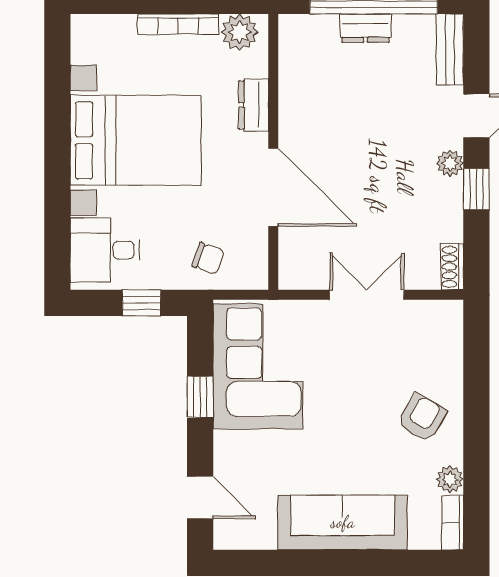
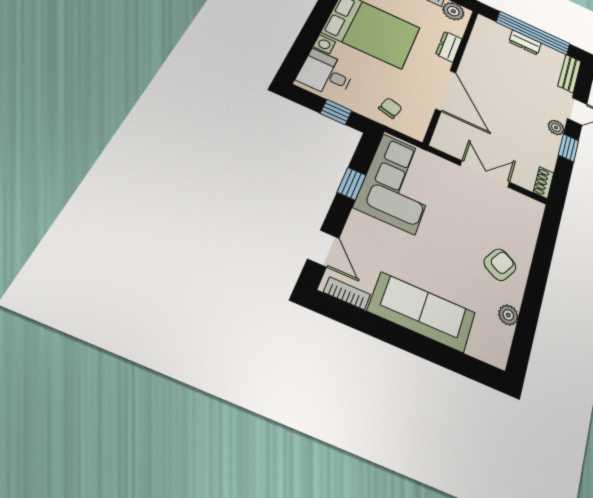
chair: (208, 258) -> (390, 108), turned -93
bookcase: (453, 523) -> (347, 293), moved, turned 90

